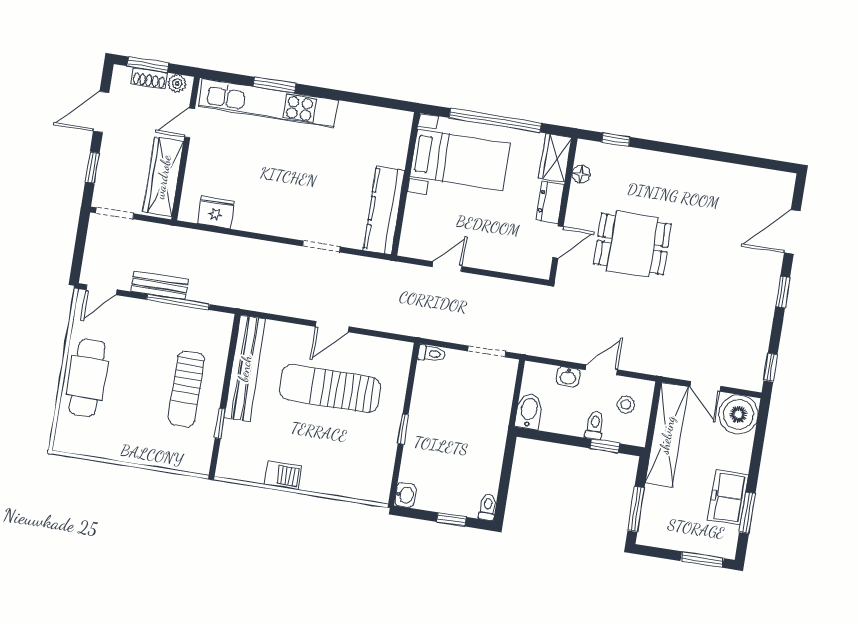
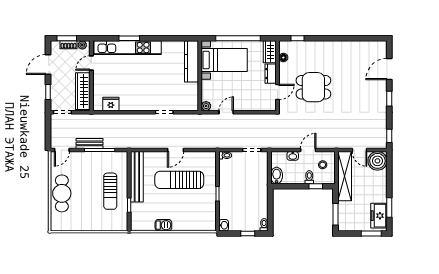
kitchen counter: (384, 210) -> (191, 61), moved
plant: (408, 247) -> (206, 106), added
freezer: (728, 498) -> (379, 216), moved

